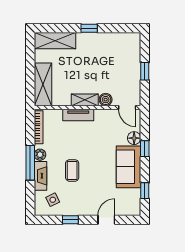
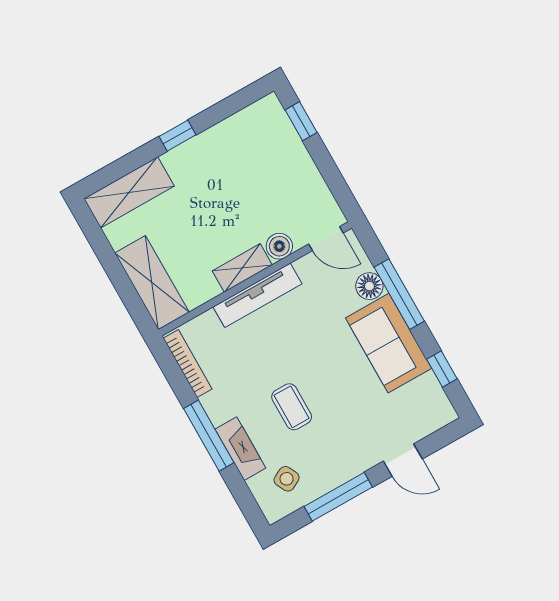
window: (145, 71) -> (301, 121), moved
tv unit: (78, 115) -> (257, 295), width x1.41
window: (145, 149) -> (399, 294), width x2.17
plant: (40, 155) -> (218, 411), removed
window: (70, 220) -> (338, 497), width x2.17
door: (106, 220) -> (403, 460), swing flipped

